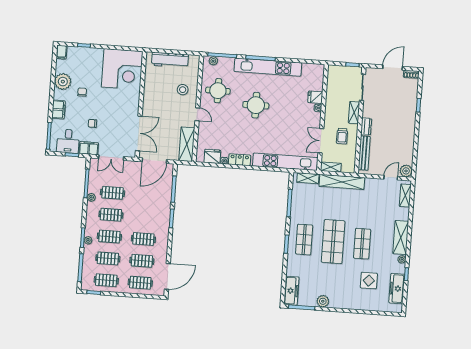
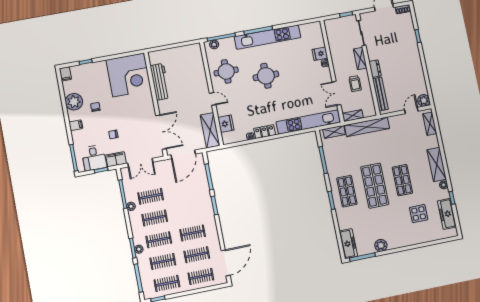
workbench: (170, 60) -> (160, 82), moved, turned -90
stool: (183, 90) -> (192, 79), removed
filing cabinet: (59, 110) -> (76, 125), width x0.50
fridge: (212, 156) -> (226, 124), moved, turned 90

